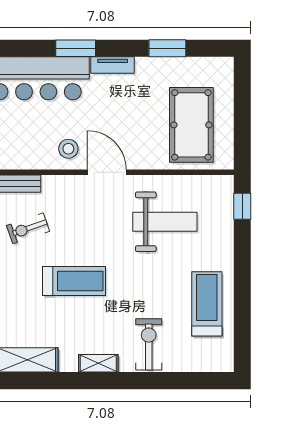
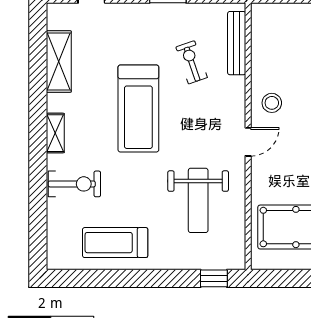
door: (107, 172) -> (248, 142), width x0.73
treadmill: (74, 281) -> (138, 109), width x1.37, depth x1.38
treadmill: (207, 304) -> (115, 243), turned 180

